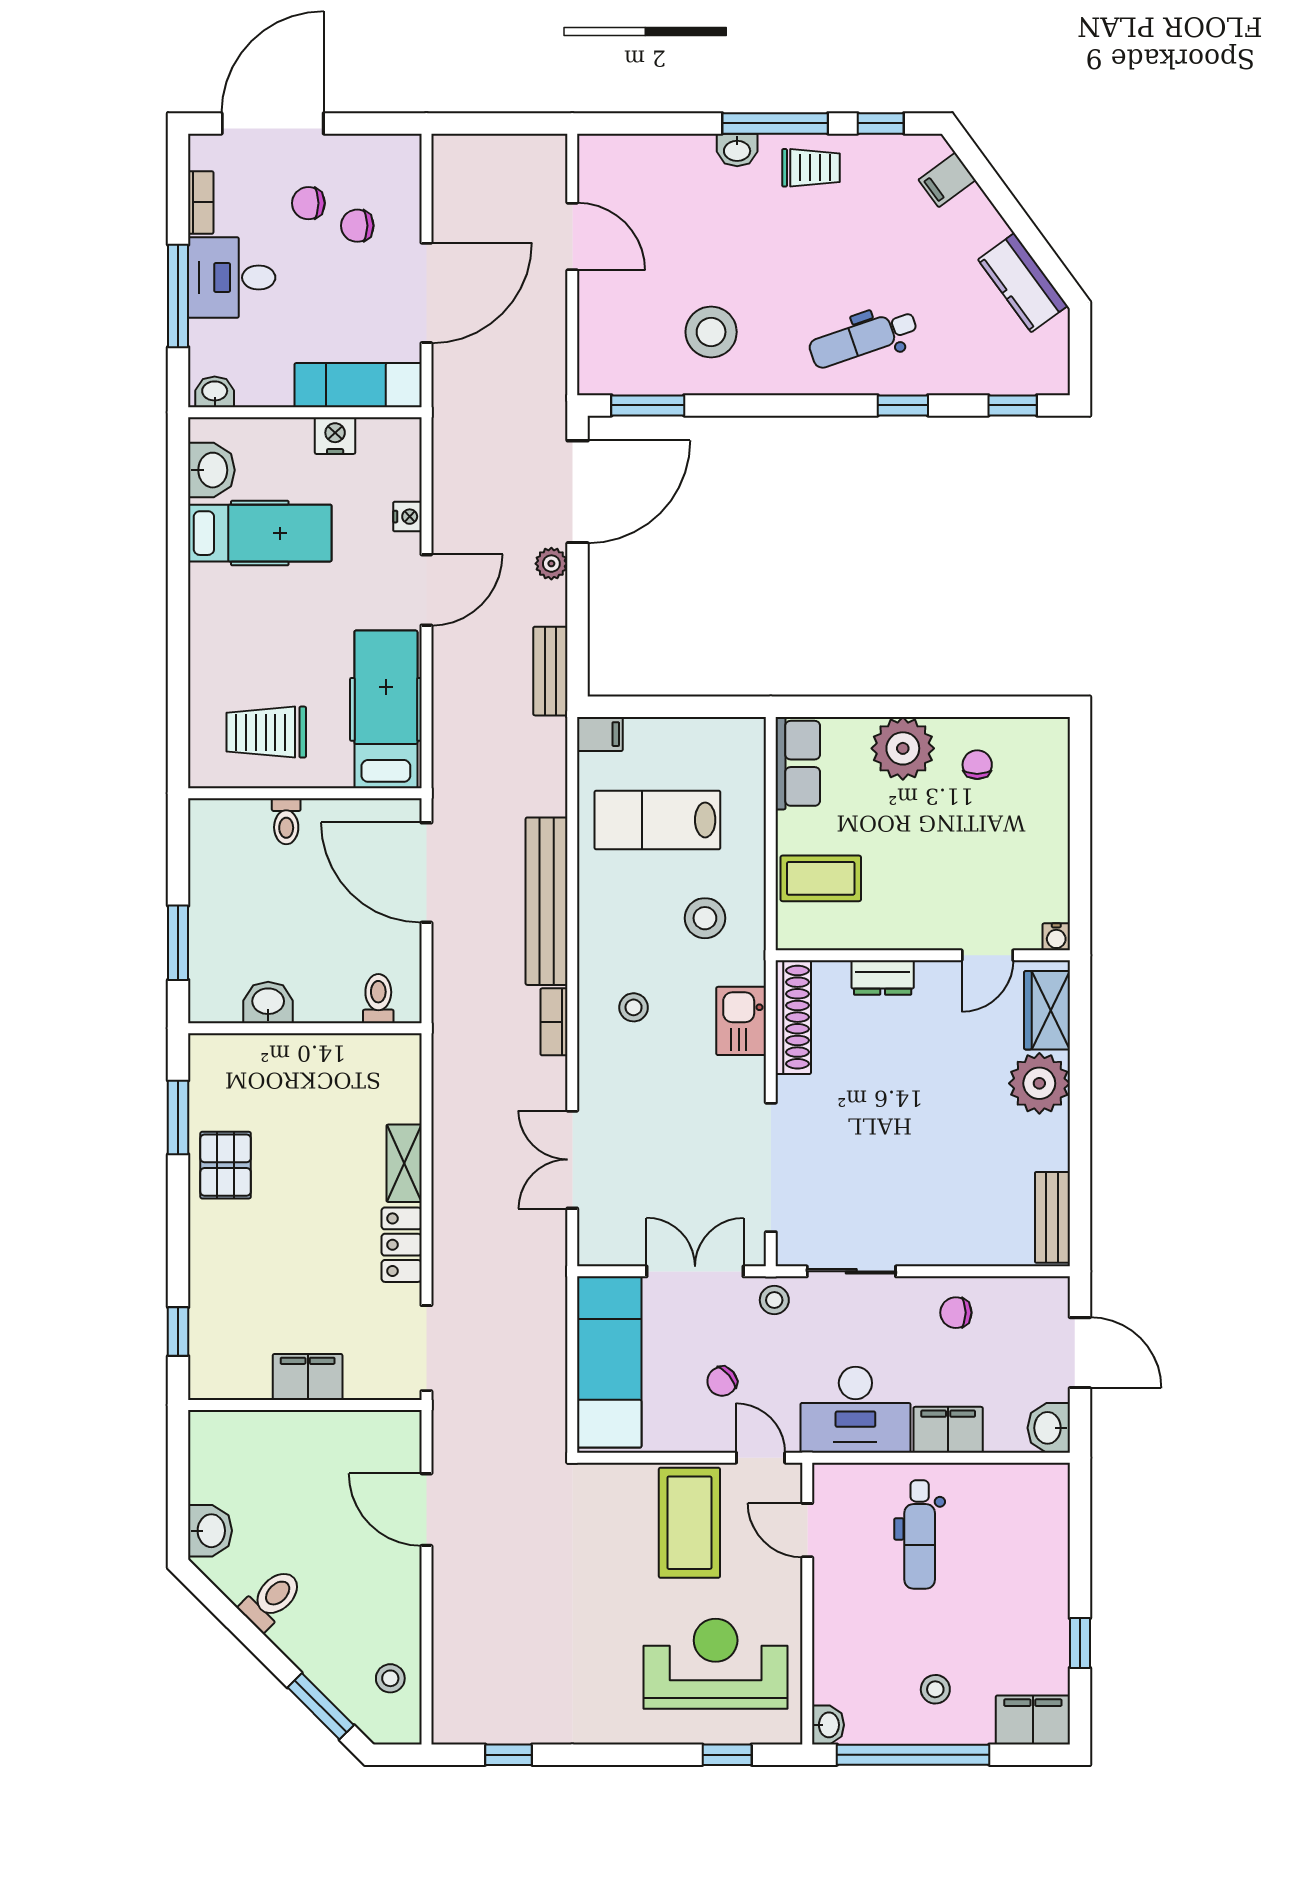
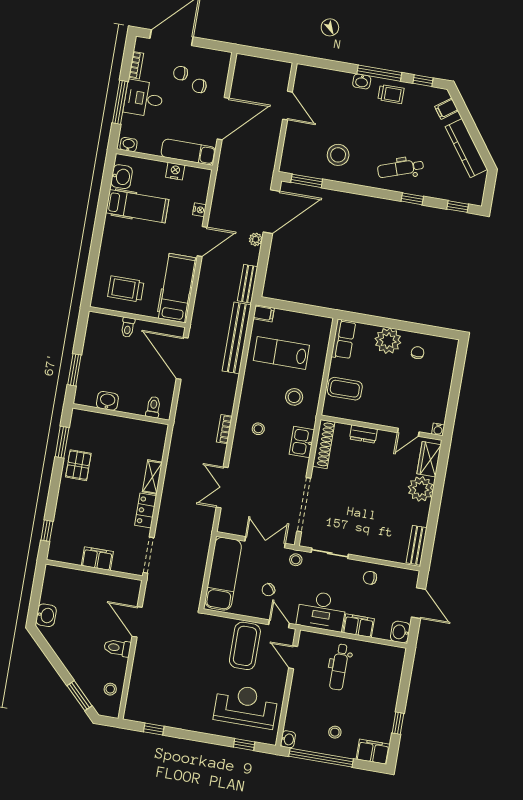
kitchen counter: (1023, 283) -> (466, 148), width x1.50
bench: (547, 901) -> (237, 338), moved
toilet: (272, 1599) -> (117, 648), moved, turned -135

